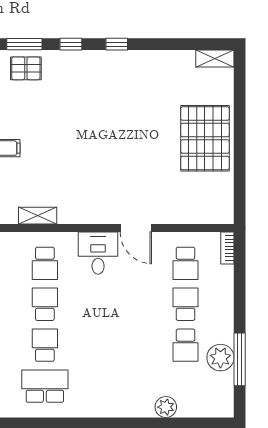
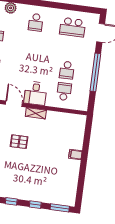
pallet: (26, 68) -> (19, 142), moved
shelving: (38, 216) -> (36, 113), moved
school desk: (45, 345) -> (36, 22), moved

